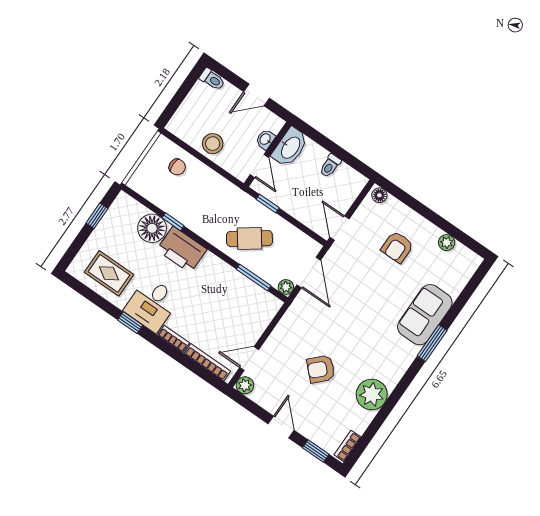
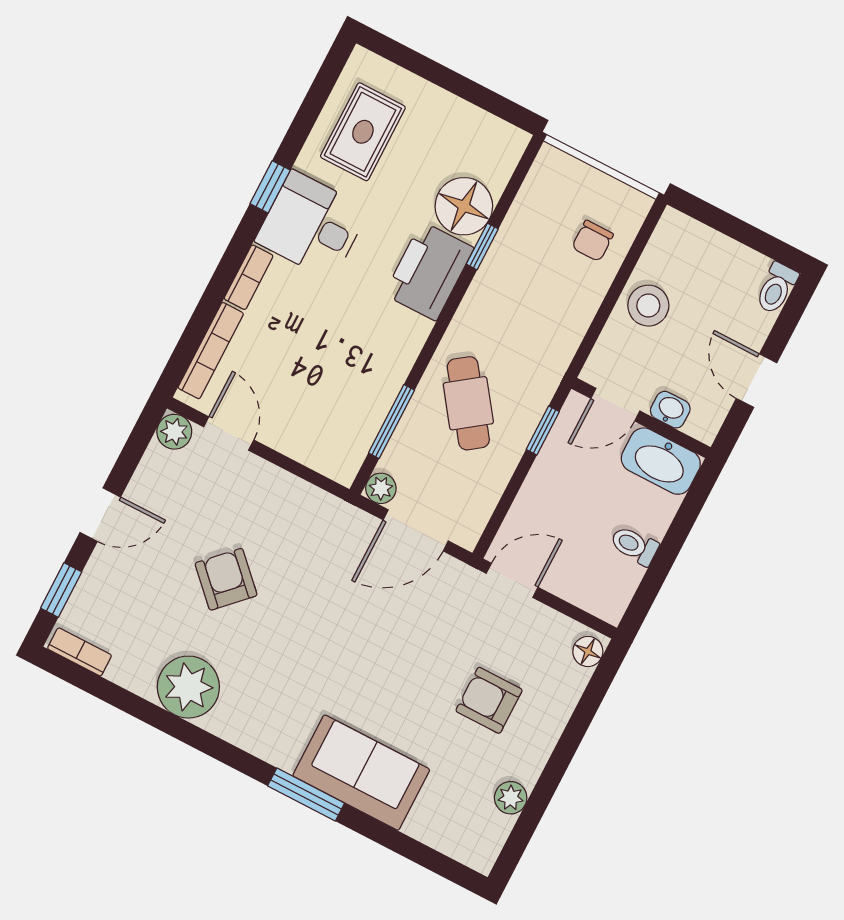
window: (97, 216) -> (475, 93), removed

